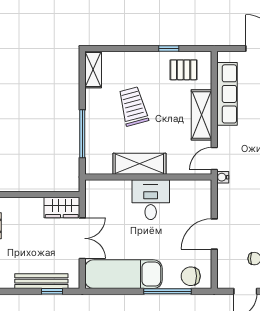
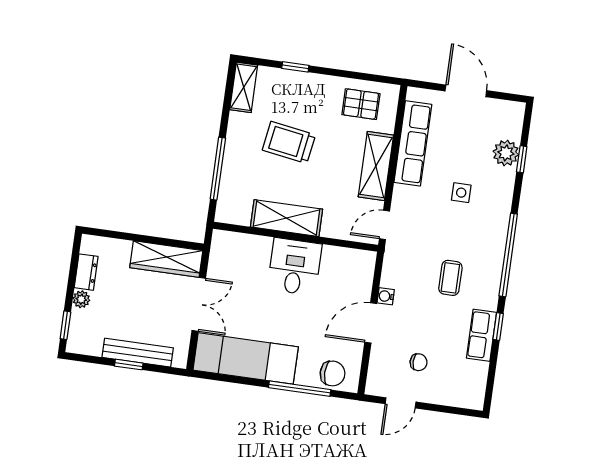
window: (169, 49) -> (295, 67), moved
trolley: (133, 106) -> (289, 142), turned -66
water cooler: (223, 177) -> (386, 296), moved
wardrobe: (62, 207) -> (166, 259), width x1.50
chair: (191, 276) -> (332, 373), turned 180
window: (52, 291) -> (129, 365), moved

